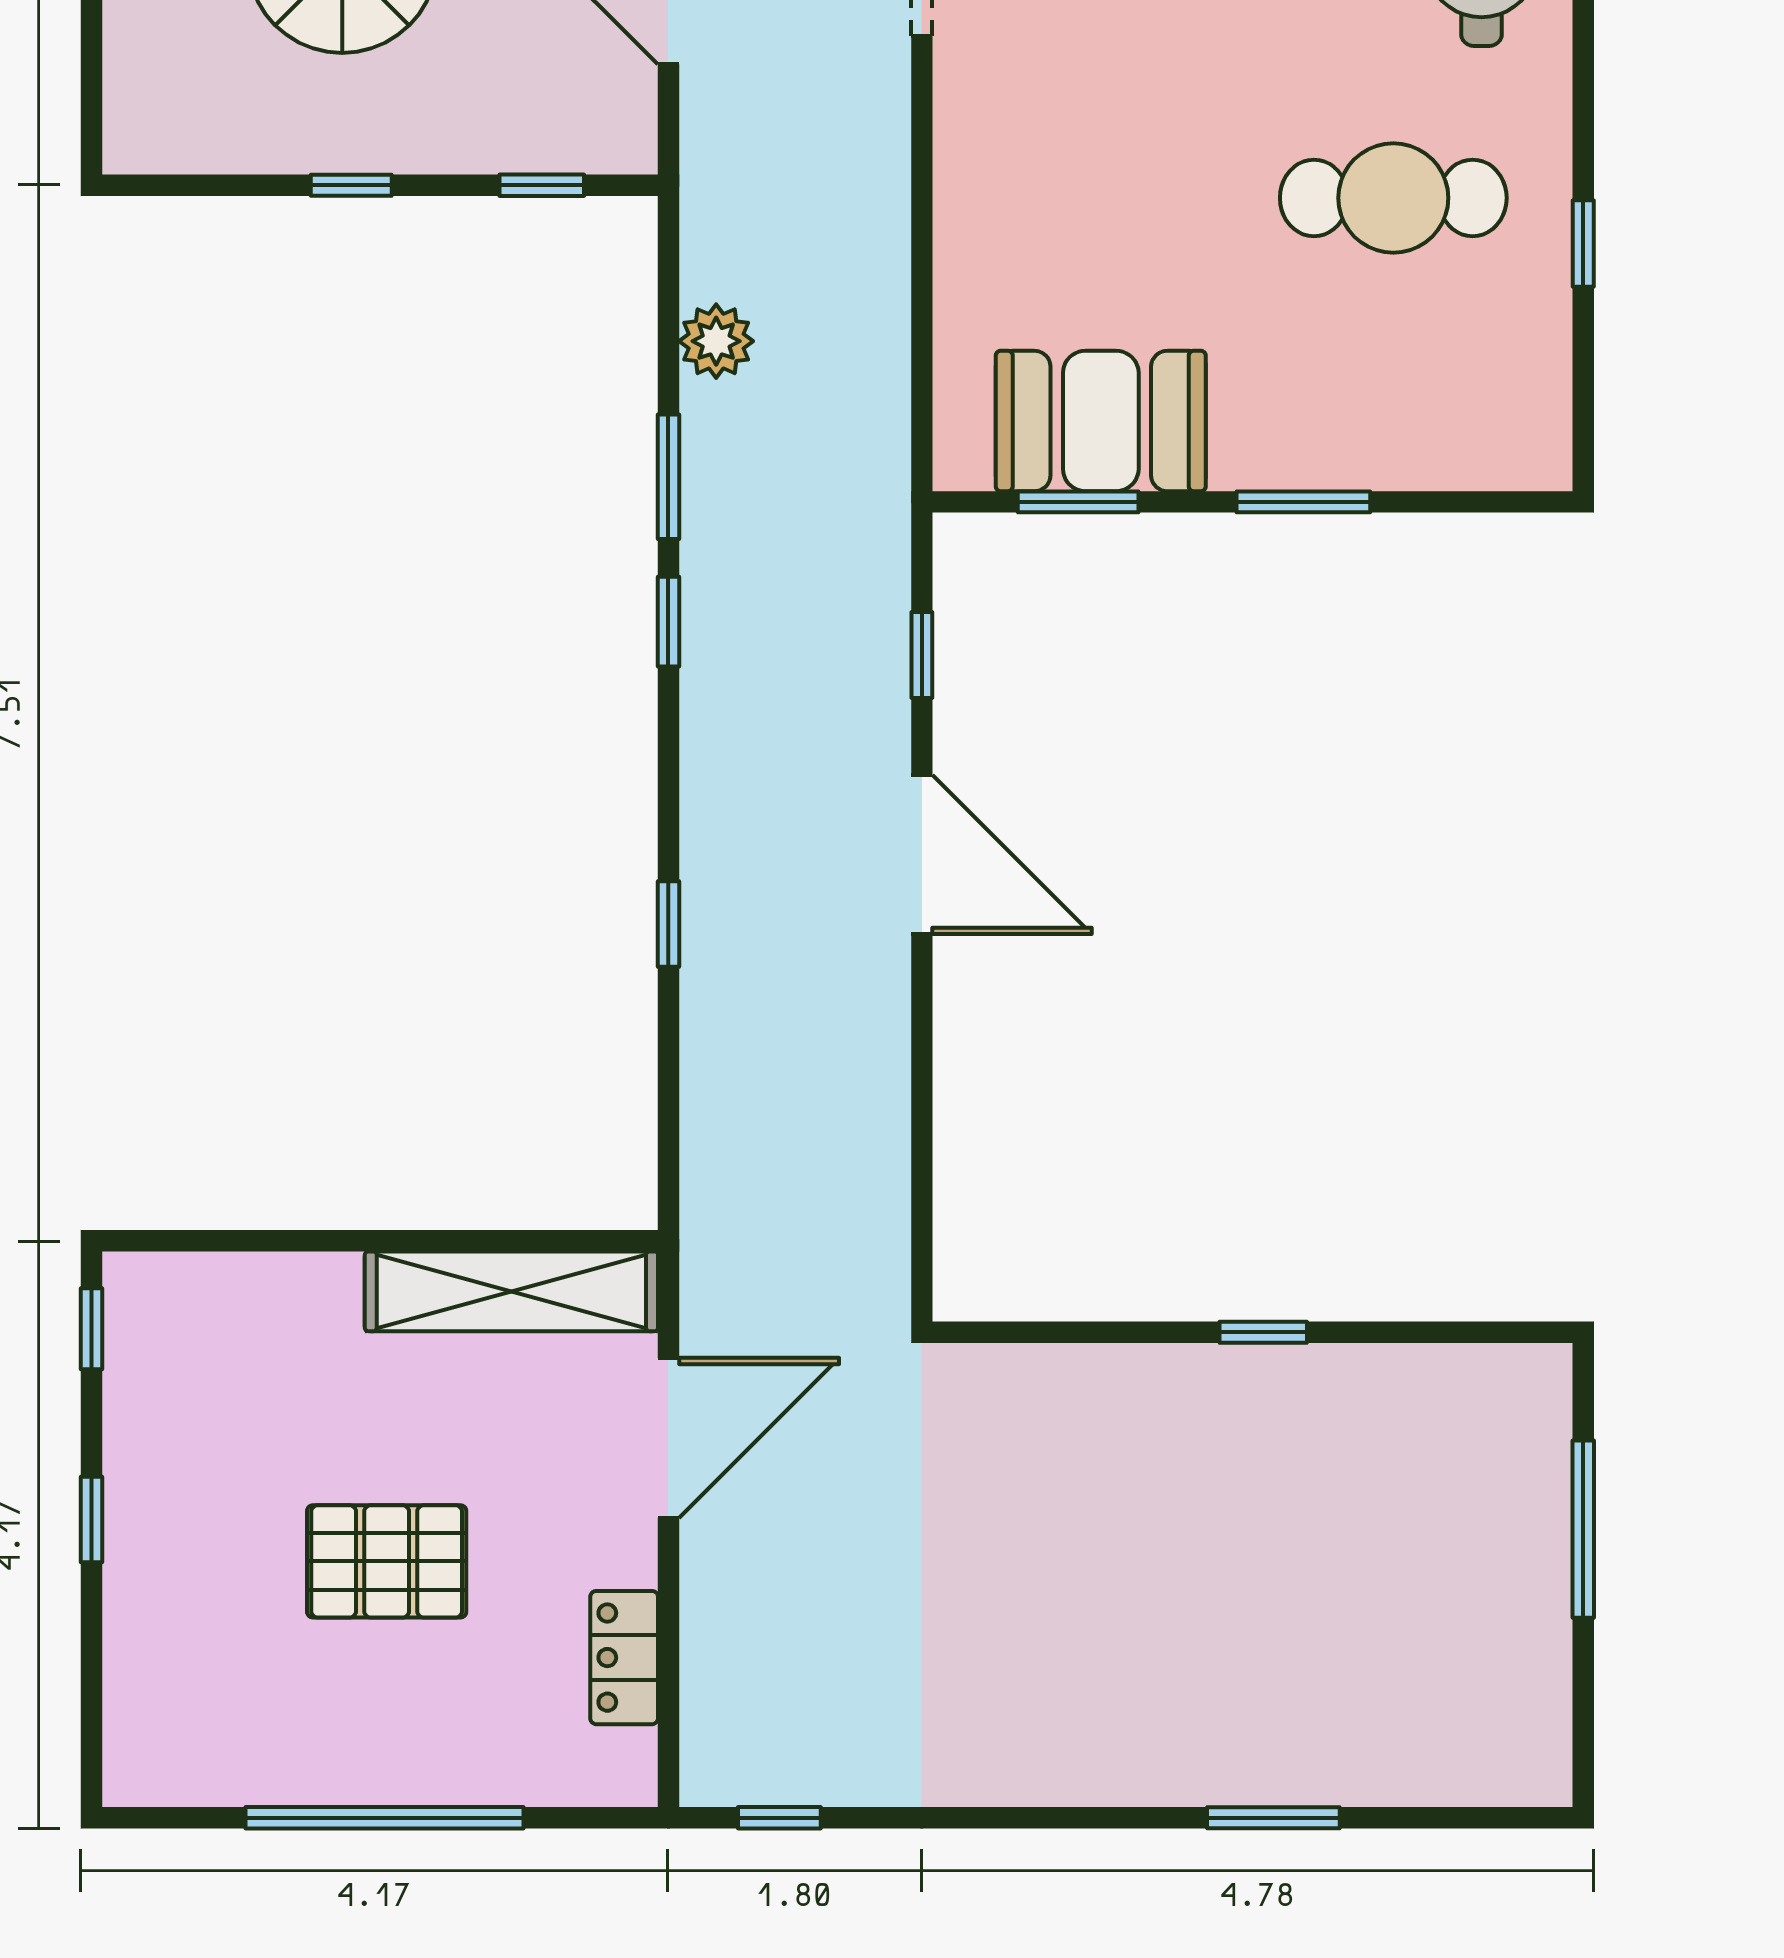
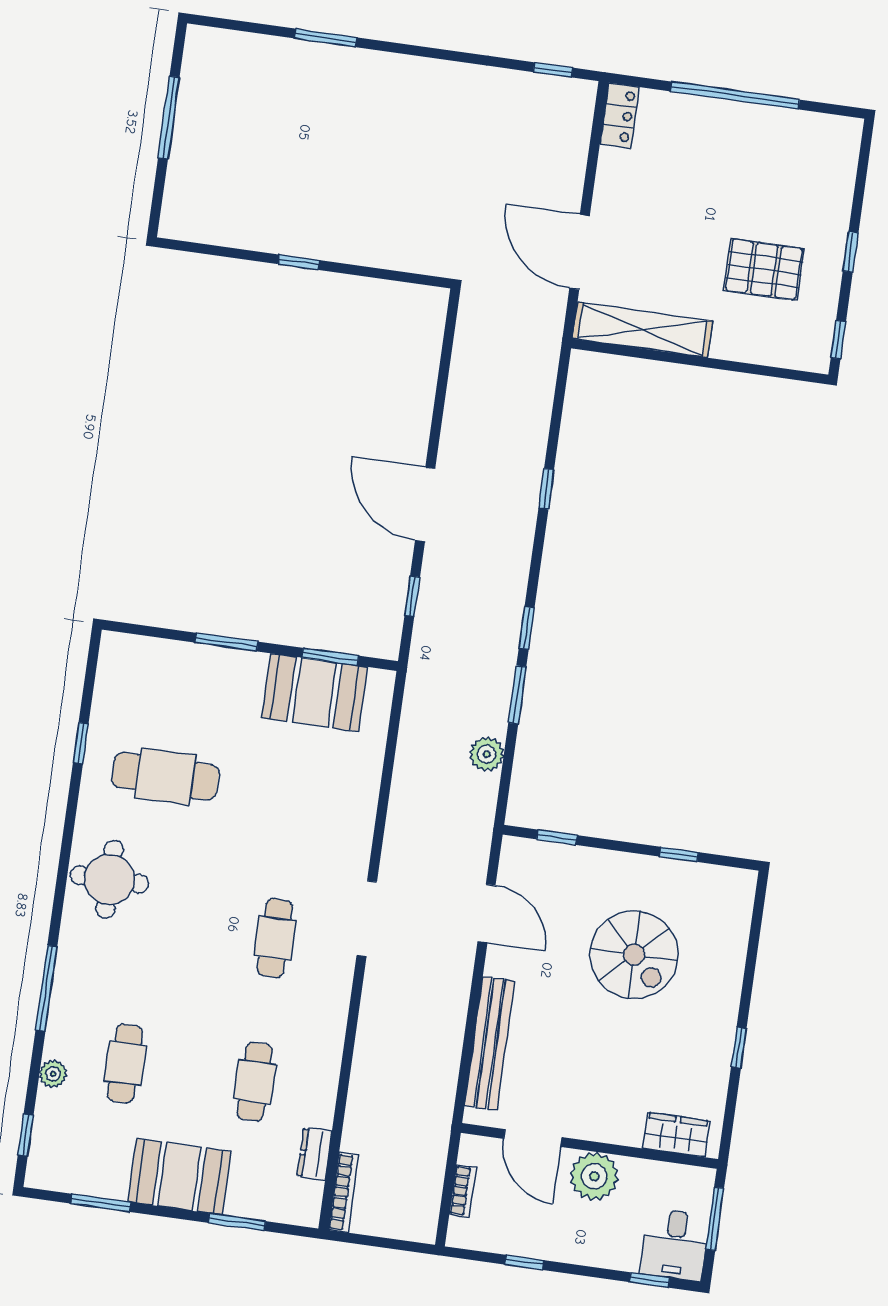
window: (351, 185) -> (679, 854), moved
door: (668, 1438) -> (580, 252), hinge flipped
window: (1583, 1529) -> (169, 118), moved
pallet: (387, 1561) -> (764, 269), moved
locker: (624, 1658) -> (620, 116), moved

